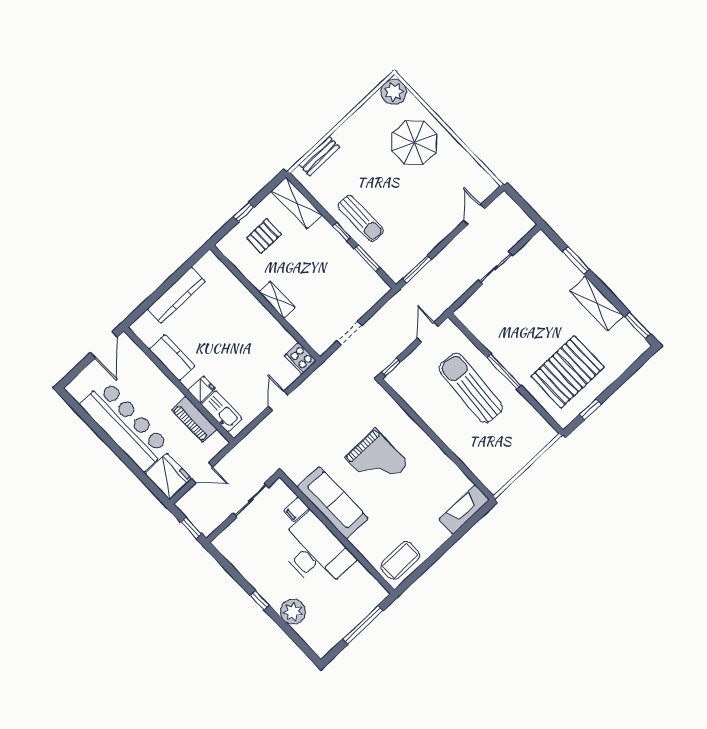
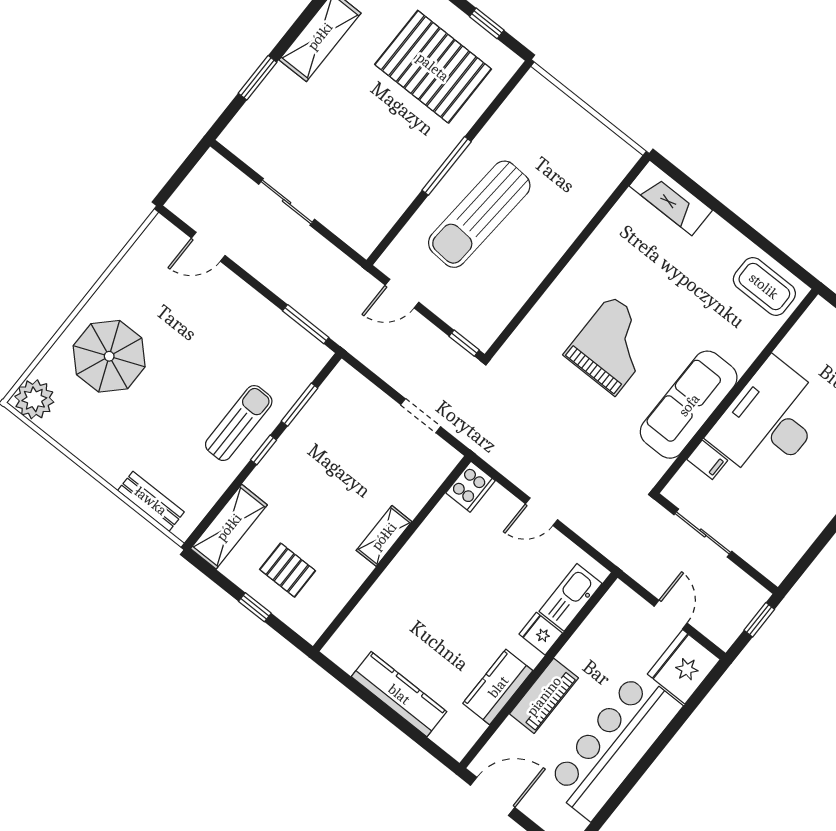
piano: (194, 419) -> (544, 696), moved

